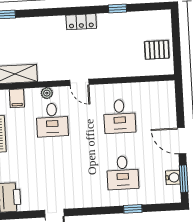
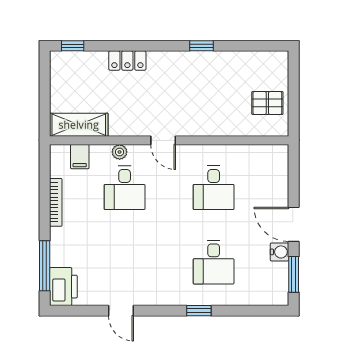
window: (117, 8) -> (202, 46), moved
locker: (81, 22) -> (127, 61), moved
water cooler: (173, 177) -> (279, 252), moved
window: (133, 209) -> (199, 311), moved

